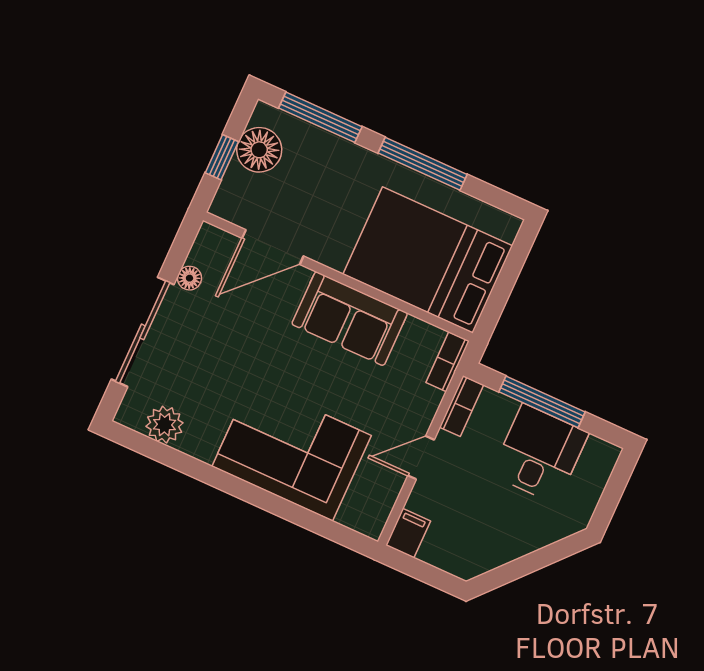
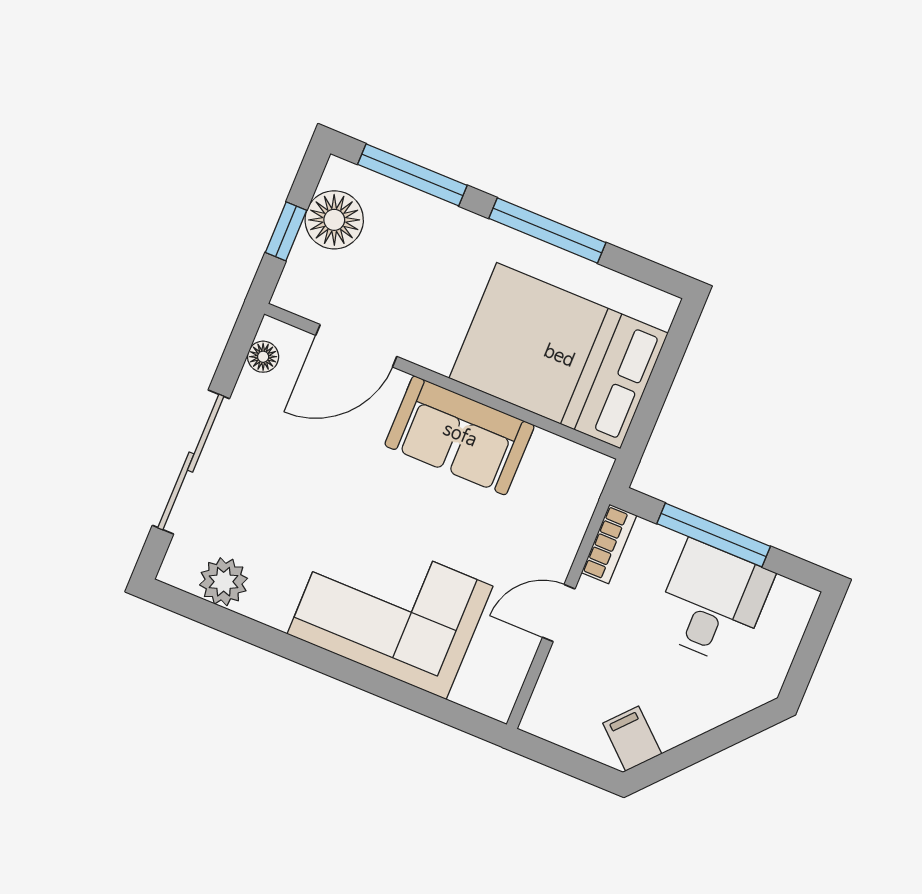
floor lamp: (189, 278) -> (263, 357), moved
bookcase: (448, 362) -> (589, 487), removed
filing cabinet: (408, 533) -> (632, 739), moved, turned -48

